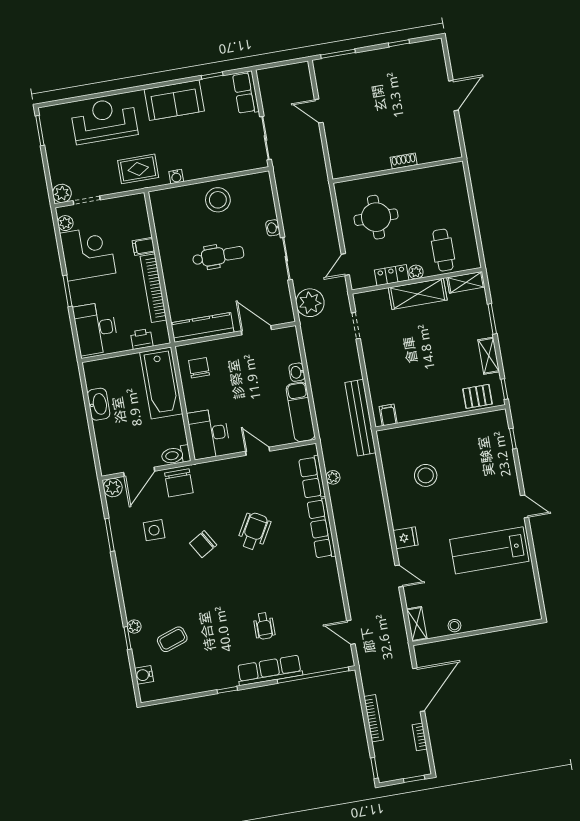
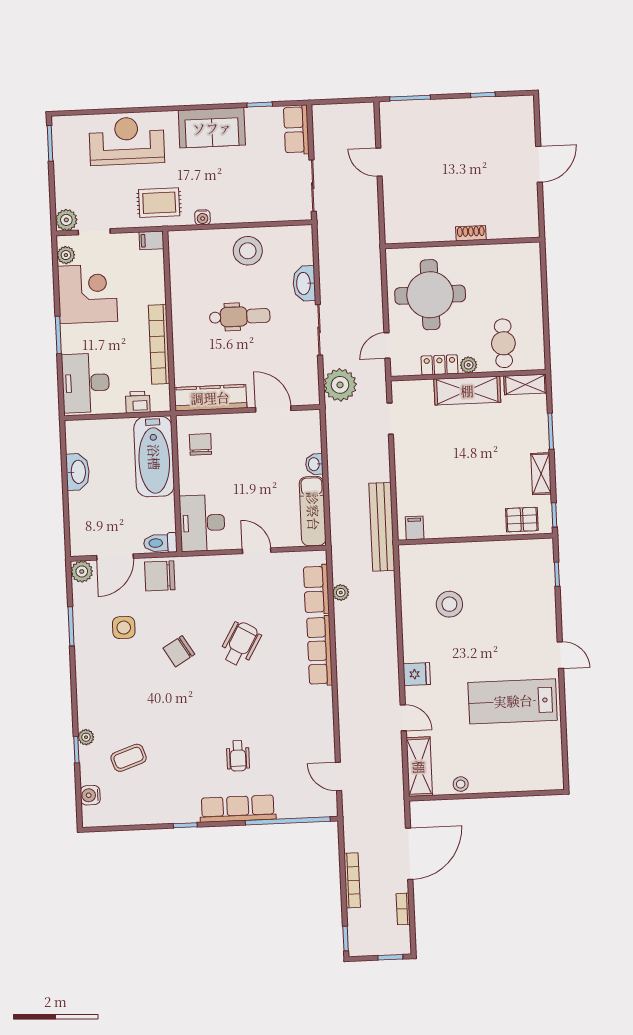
round table: (376, 217) -> (430, 295), width x1.36, depth x1.36
washbasin: (273, 228) -> (304, 283), width x1.91, depth x1.45
filing cabinet: (144, 246) -> (152, 240), moved
chair: (179, 483) -> (160, 576), turned 90
shelving: (417, 624) -> (419, 767), width x1.50, depth x1.33

